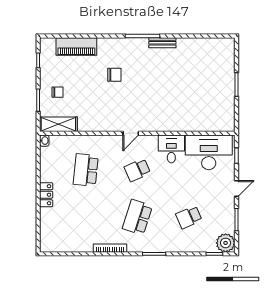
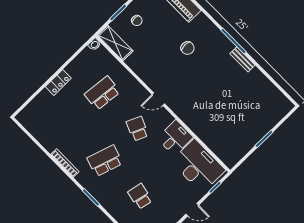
school desk: (137, 170) -> (137, 129), turned 48
school desk: (189, 217) -> (140, 196), turned 36

